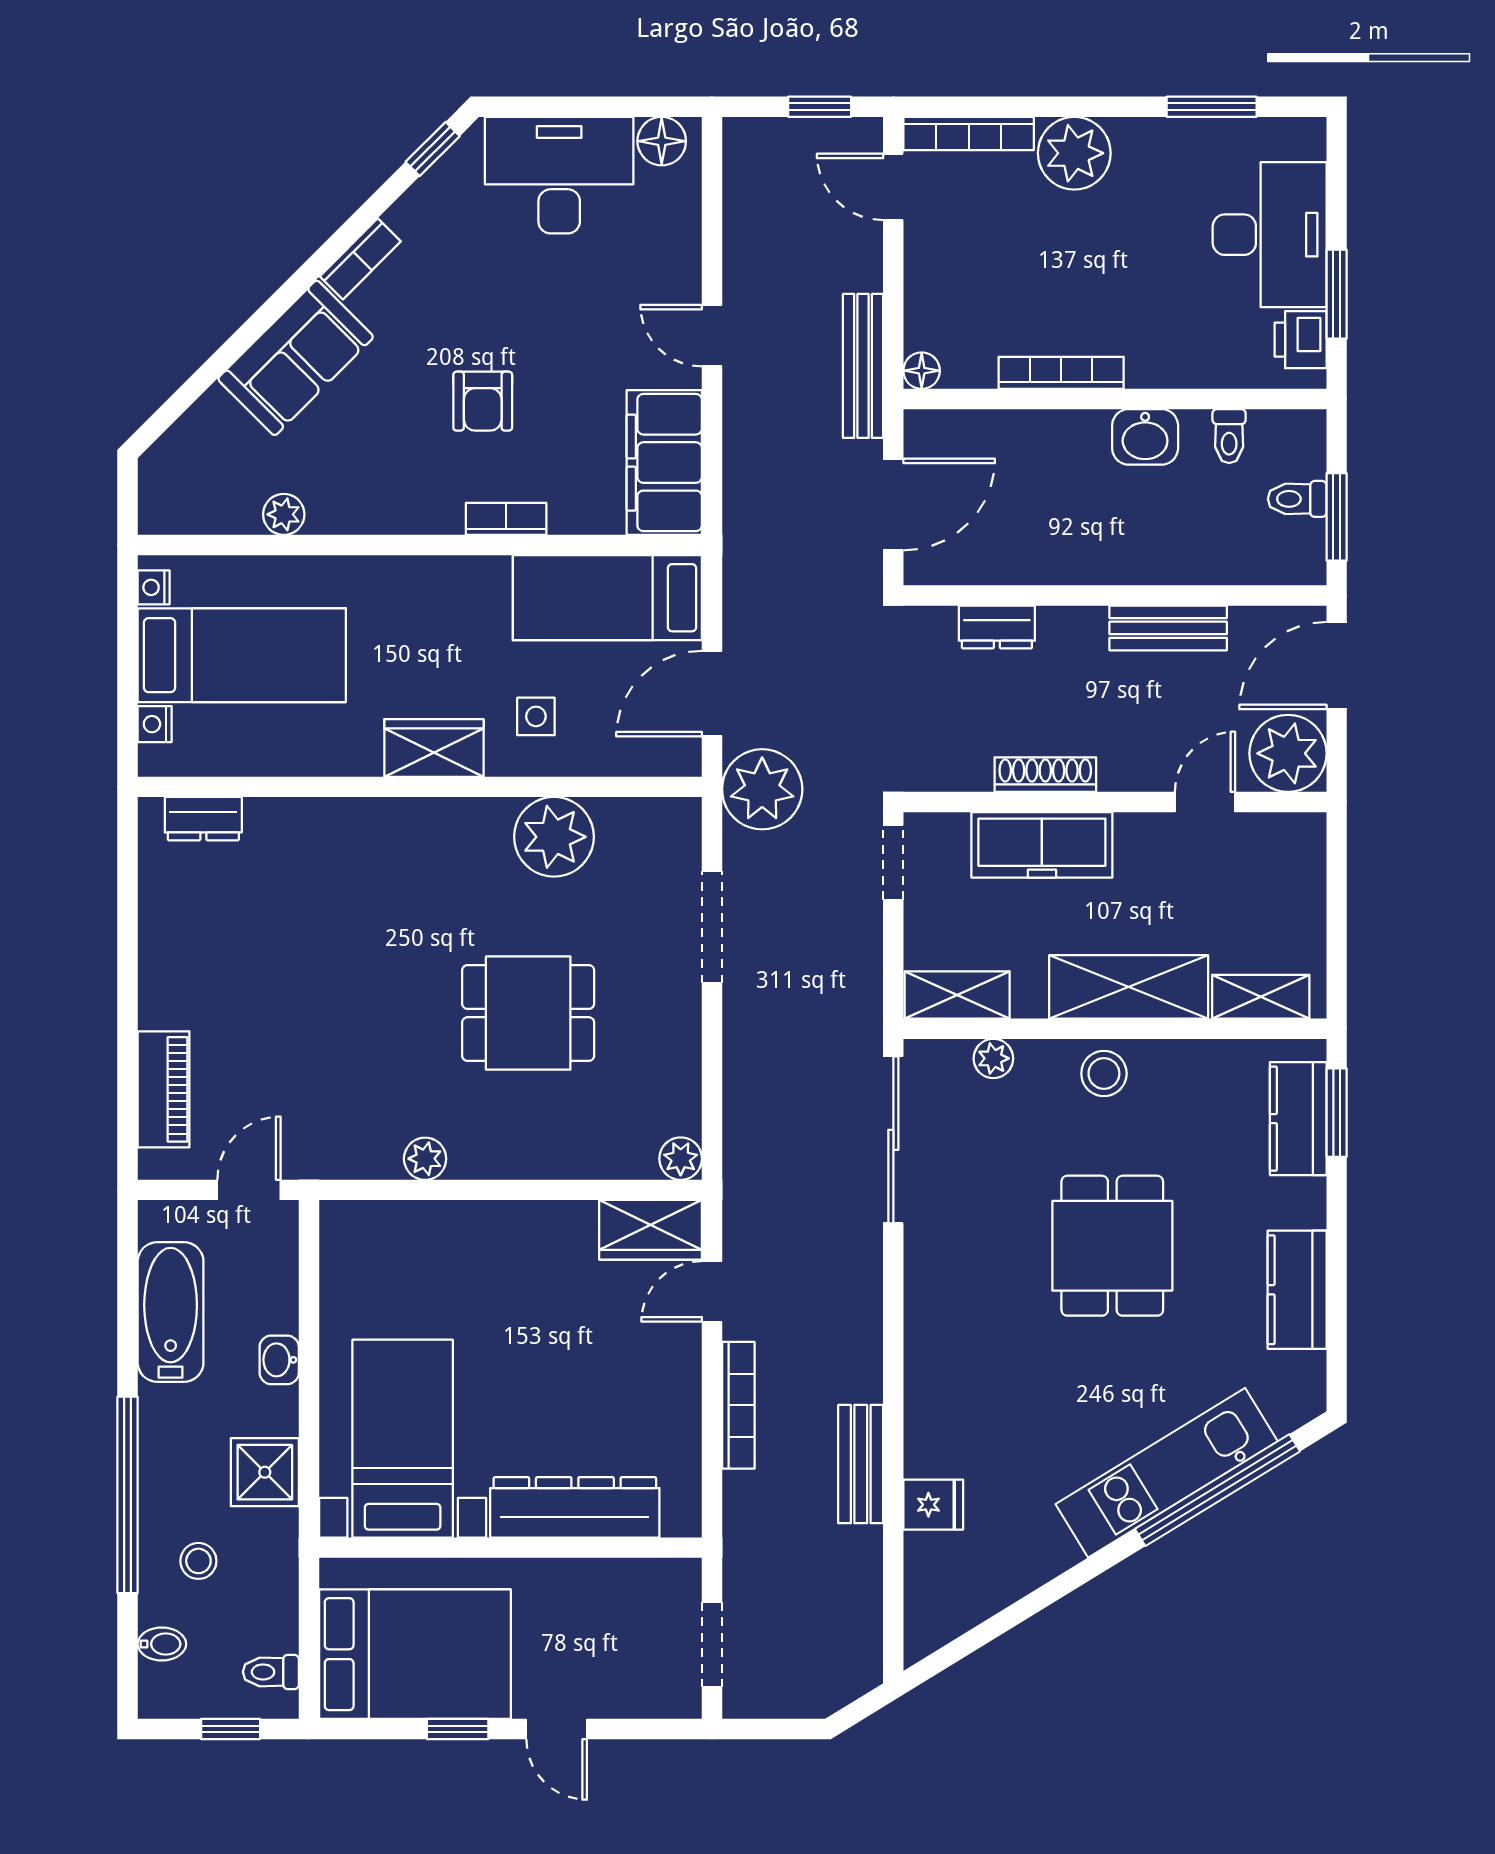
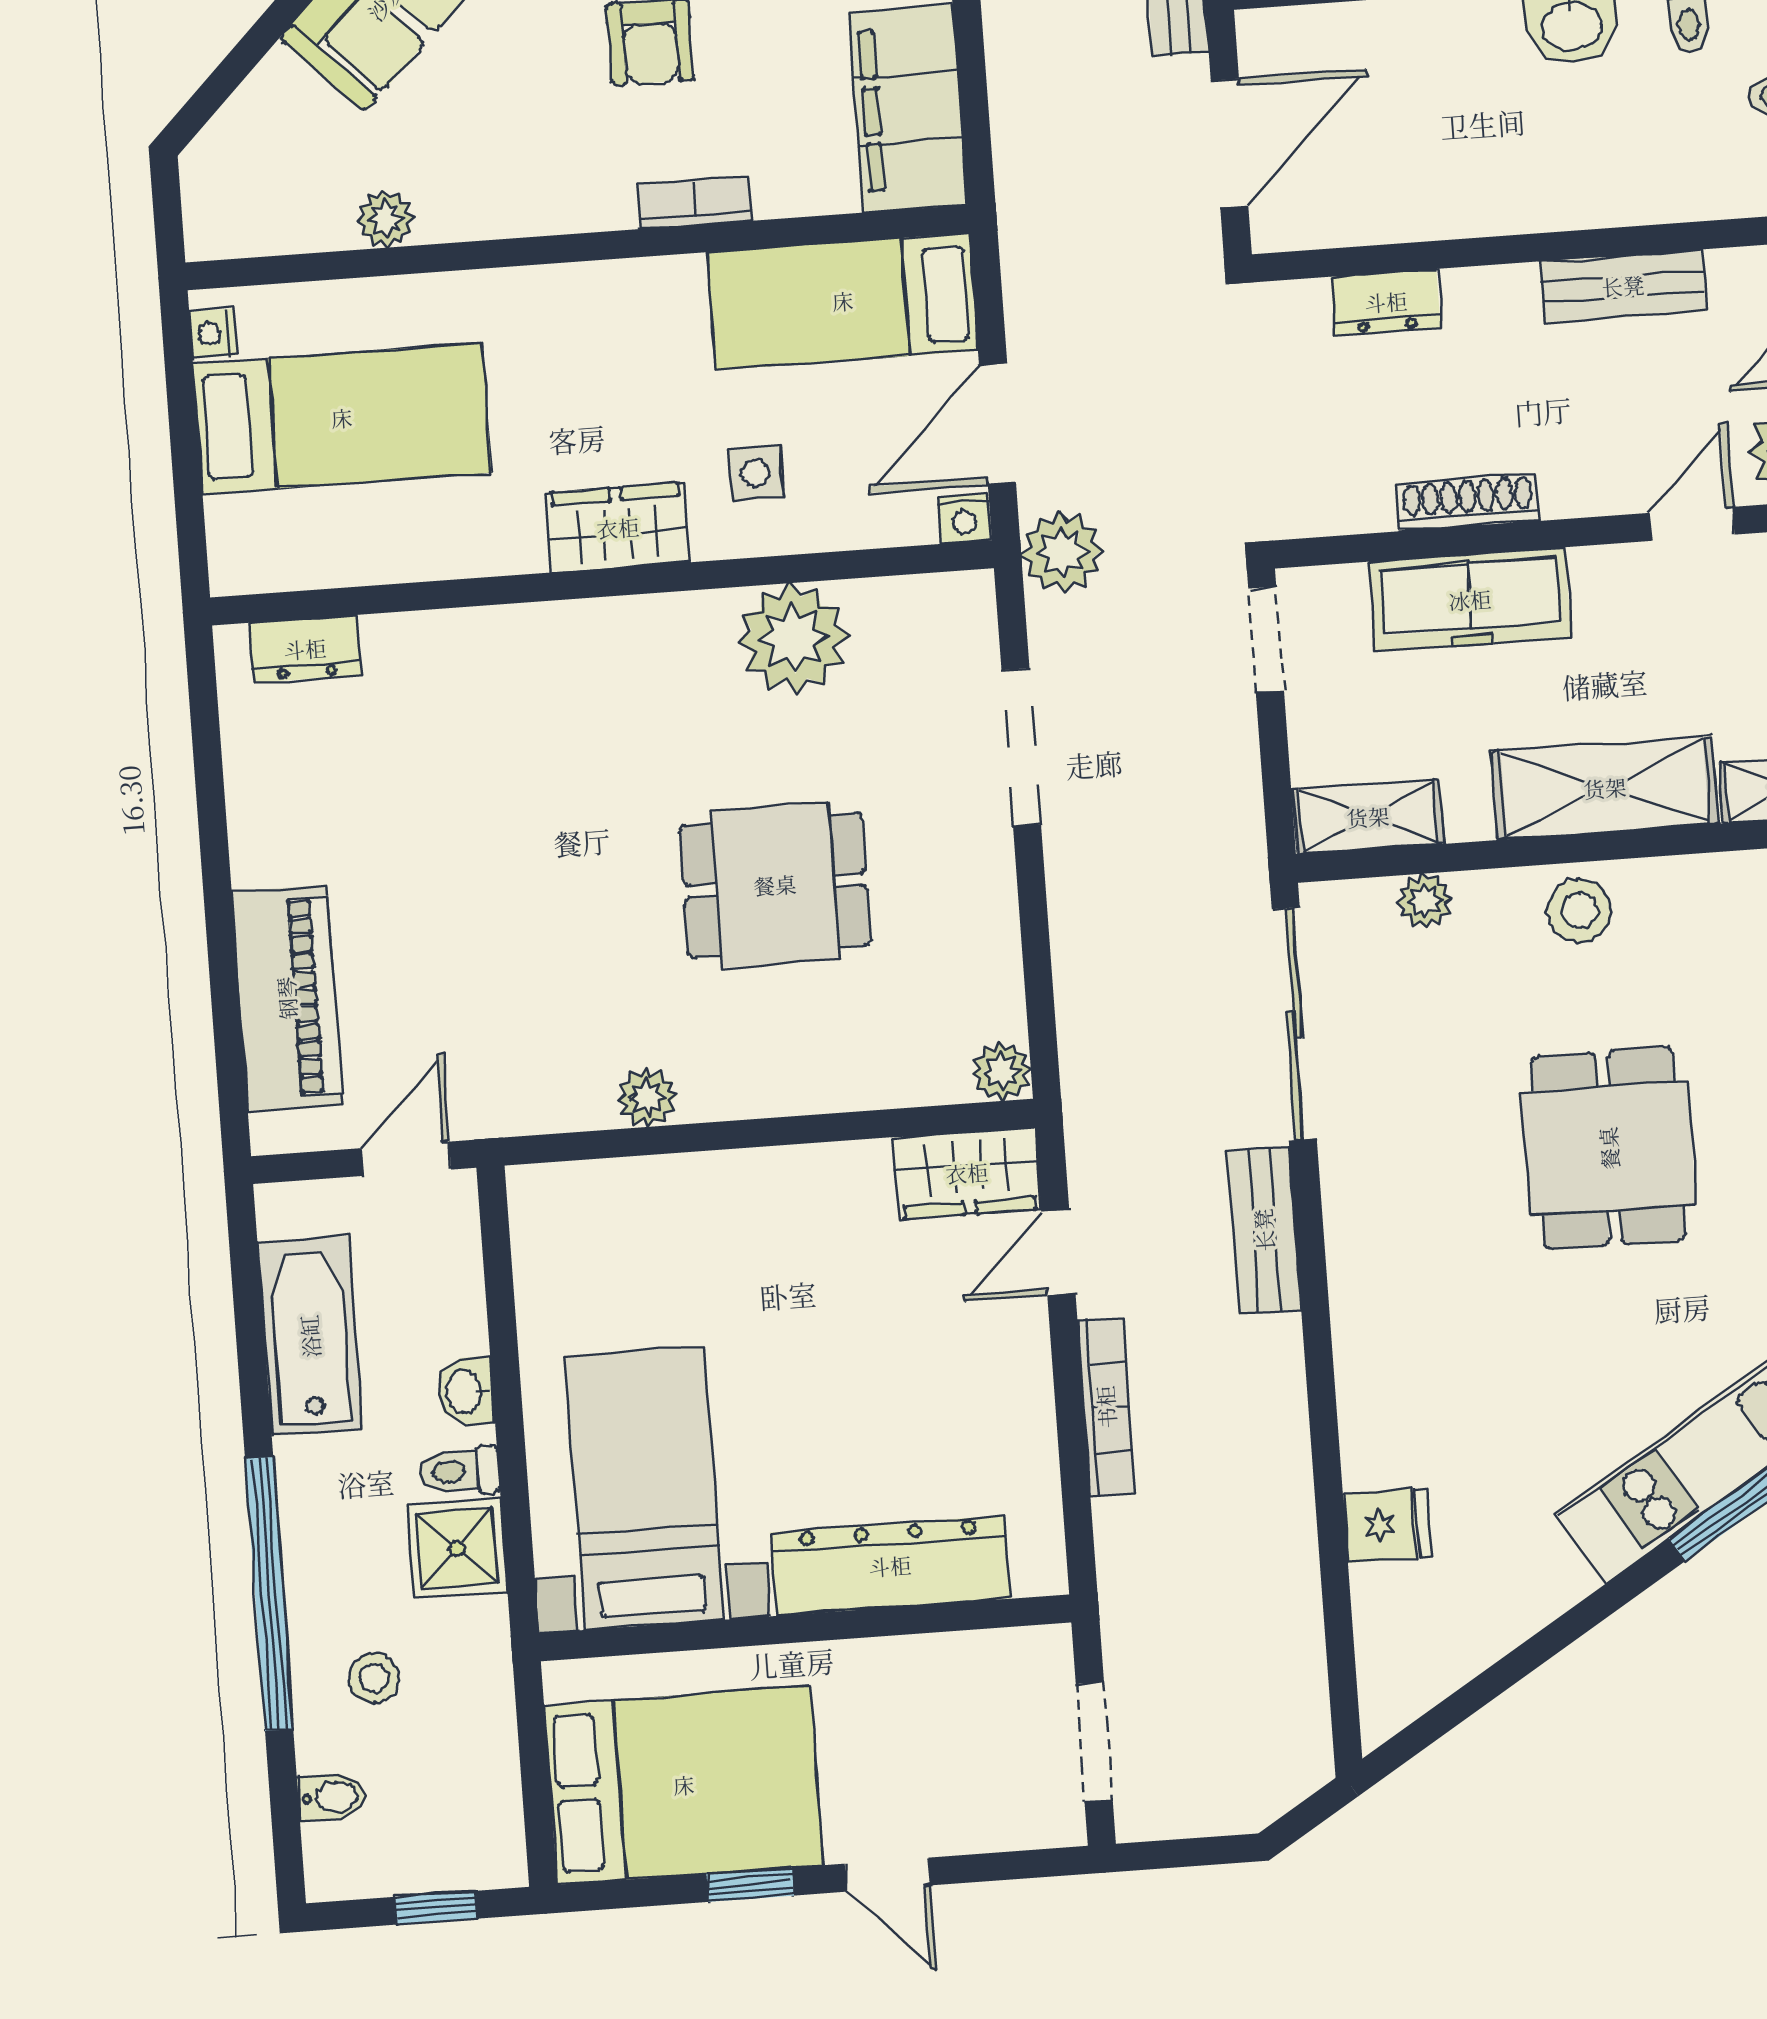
nightstand: (155, 724) -> (964, 518), moved, turned -90
plant: (762, 789) -> (1062, 552), width x0.73, depth x0.73
piano: (164, 1089) -> (287, 998), width x1.37, depth x1.33
bench: (861, 1464) -> (1264, 1230), moved
toilet: (271, 1672) -> (460, 1471), moved

